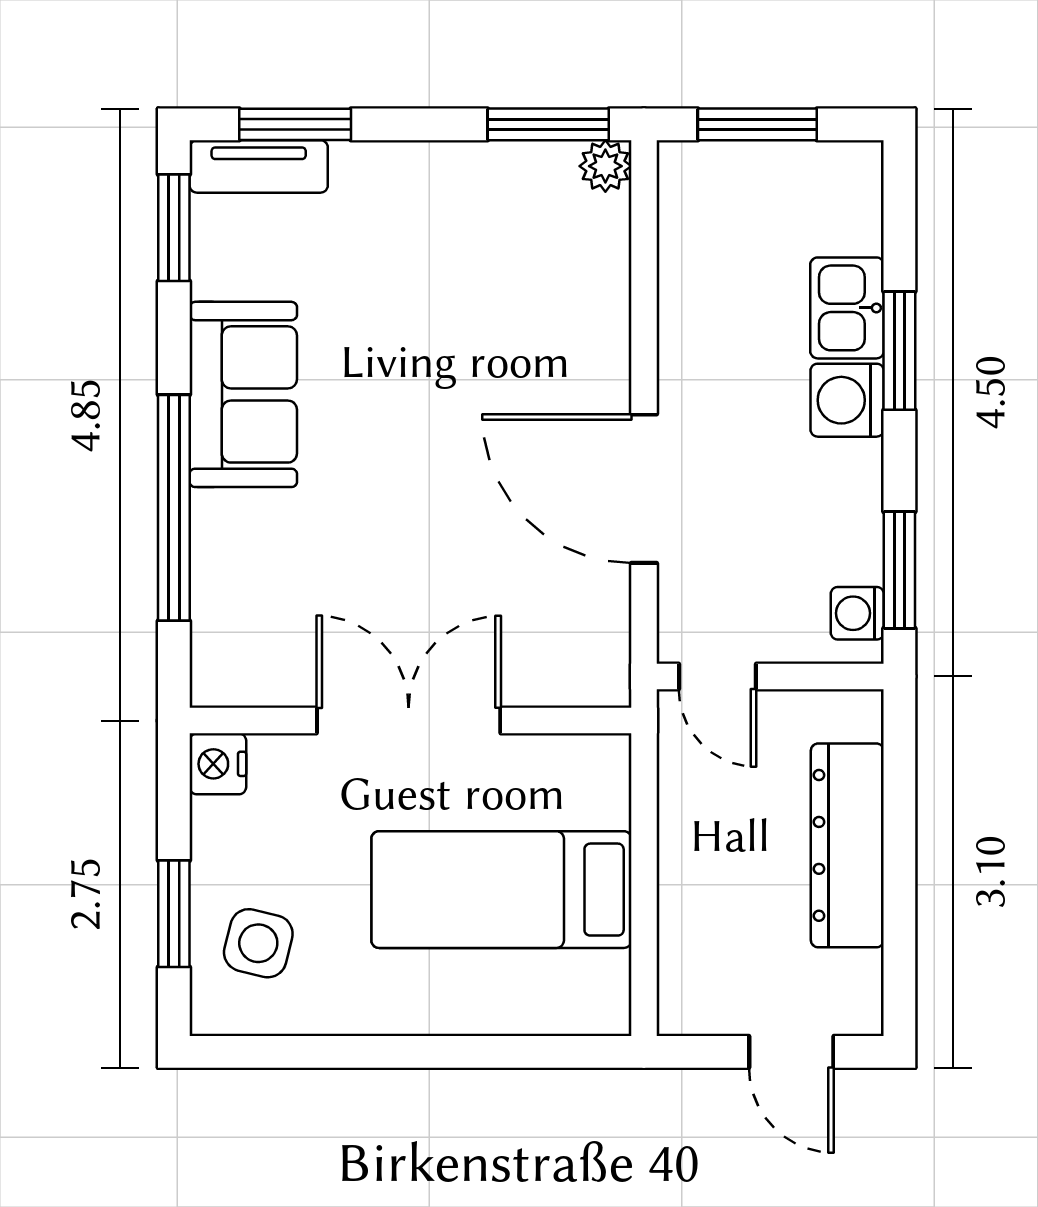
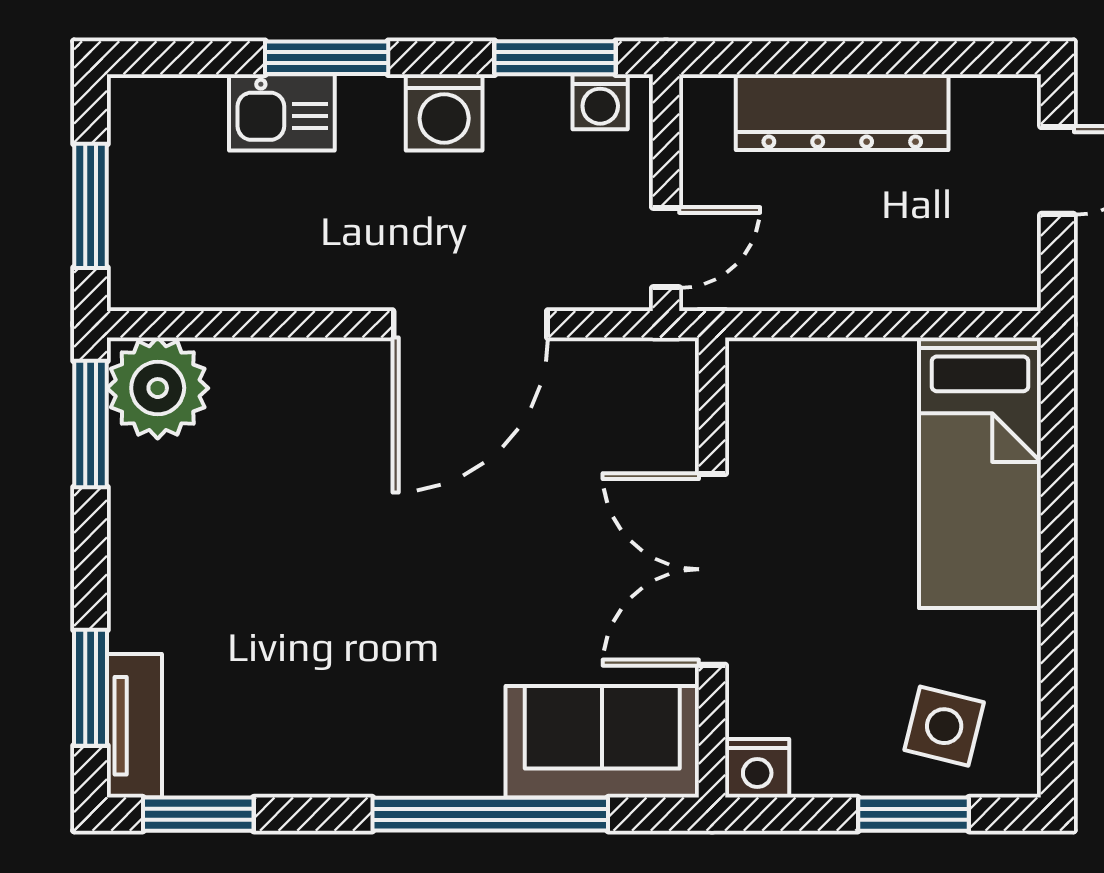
plant: (605, 166) -> (158, 388), width x1.88, depth x1.88
sofa: (243, 394) -> (602, 742), moved
washing machine: (847, 400) -> (444, 112), moved
bed: (501, 890) -> (980, 473), moved

